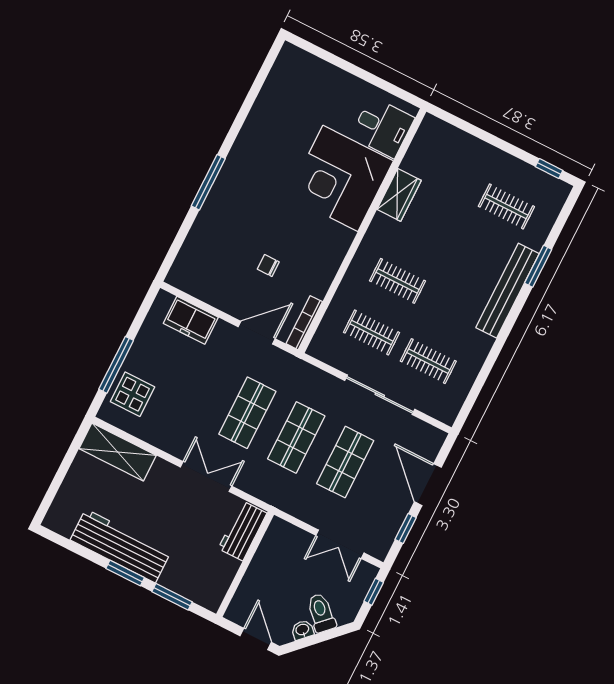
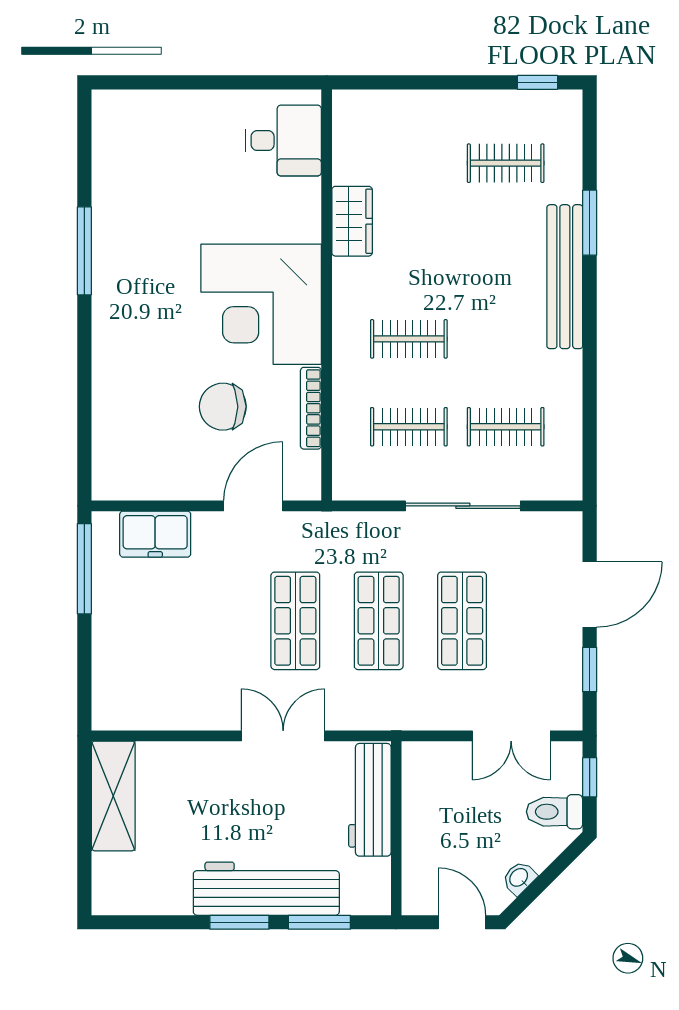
corner desk: (340, 178) -> (261, 304), moved
window: (208, 182) -> (84, 251), moved
chair: (268, 265) -> (223, 407), width x1.87, depth x1.87
bookcase: (304, 323) -> (311, 408), moved
window: (116, 365) -> (84, 569), moved
display table: (132, 394) -> (127, 674), removed
shelving: (118, 452) -> (113, 796), moved, turned 90
door: (428, 485) -> (590, 595), swing flipped
workbench: (243, 531) -> (370, 800), width x1.38
workbench: (120, 546) -> (266, 889), moved
toilet: (321, 613) -> (555, 812), moved, turned -45

